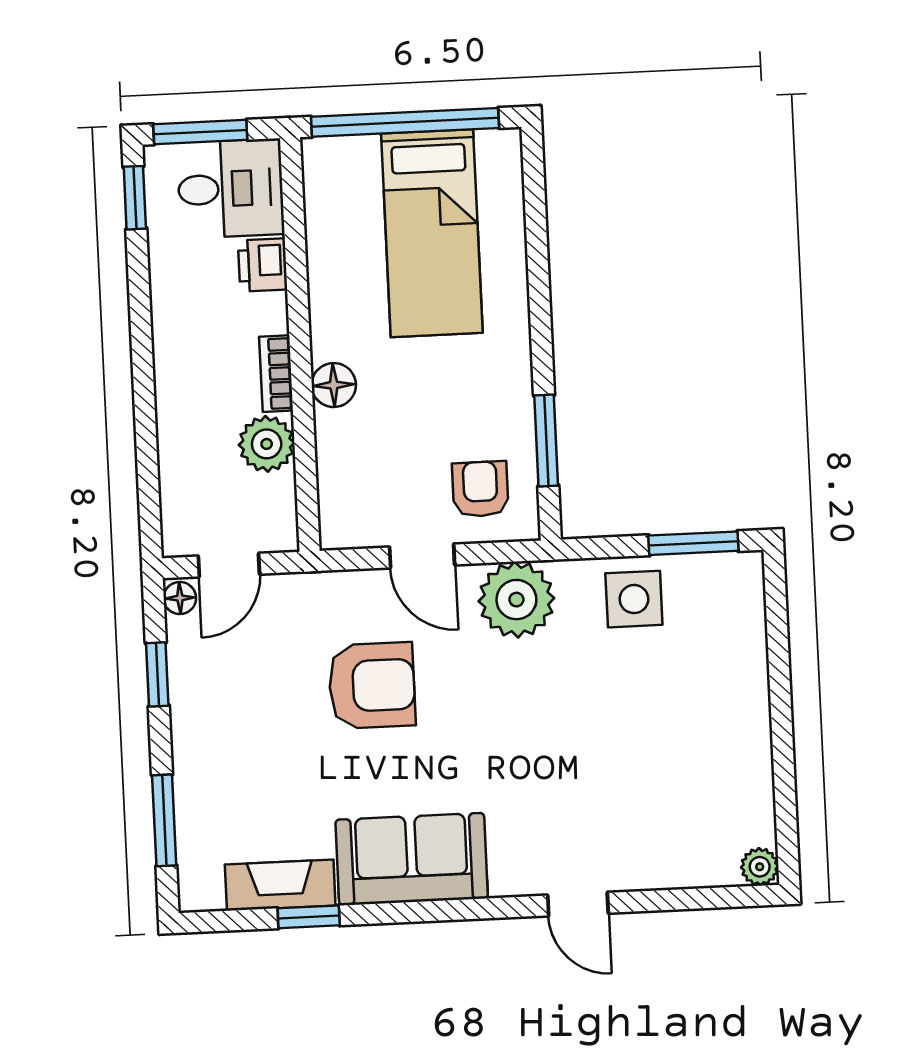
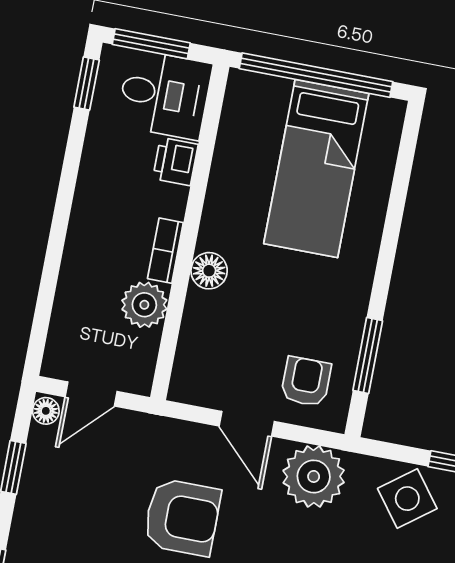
side table: (634, 599) -> (407, 499), turned -37

